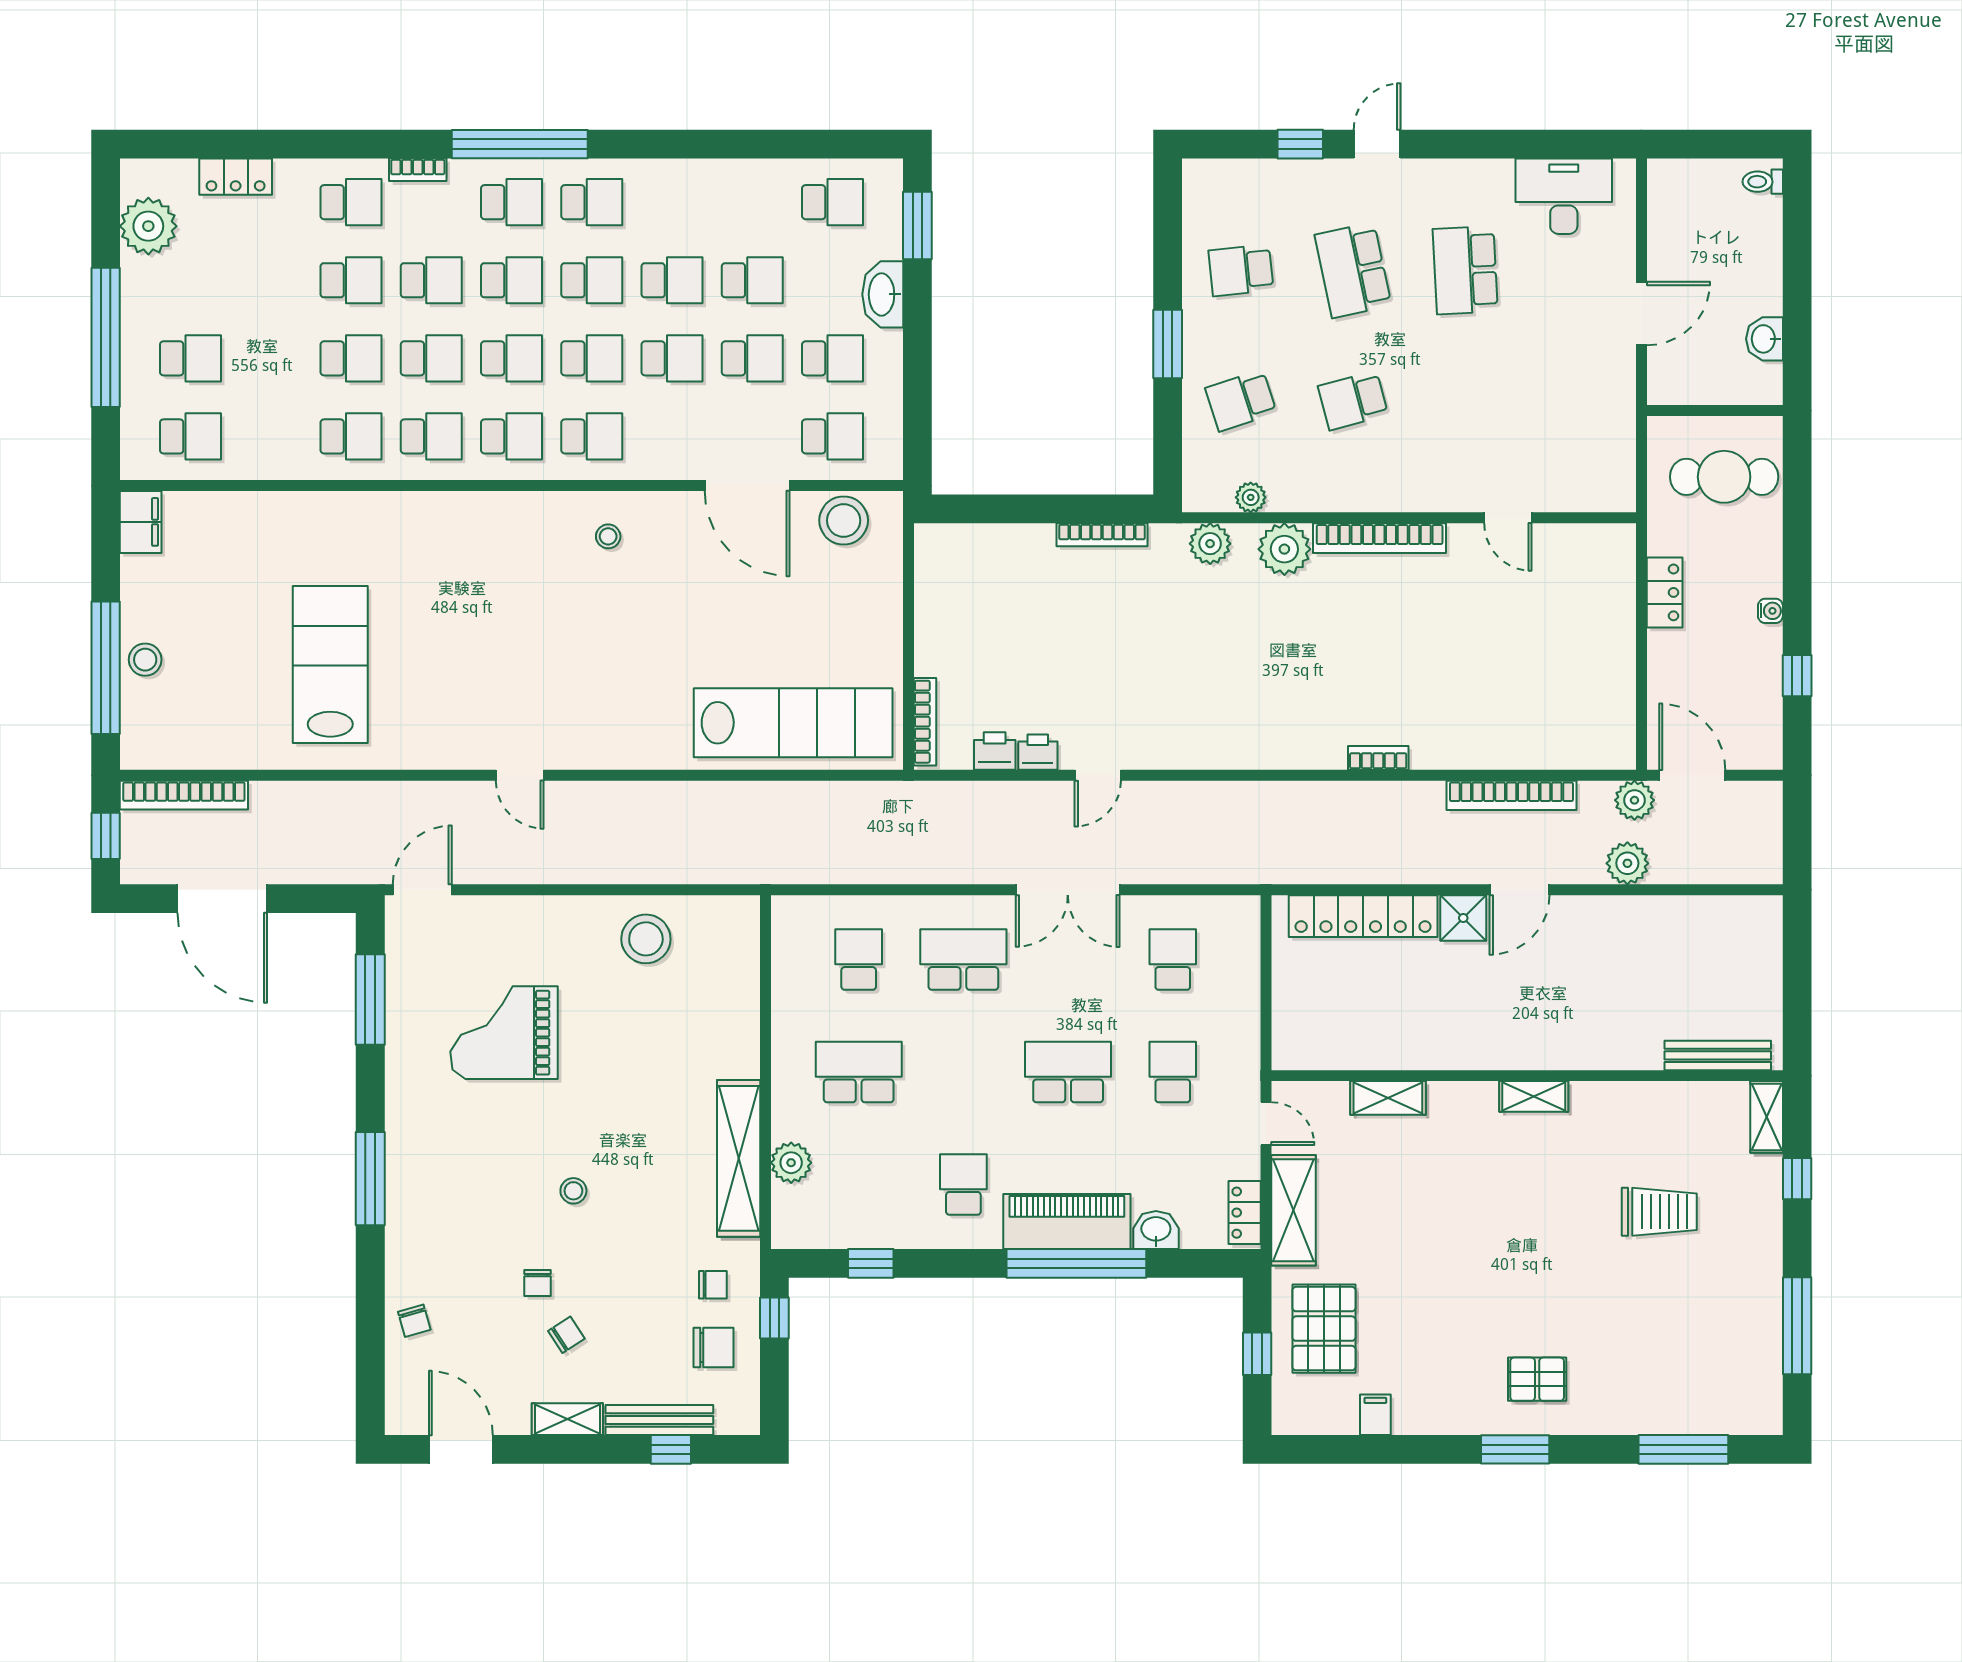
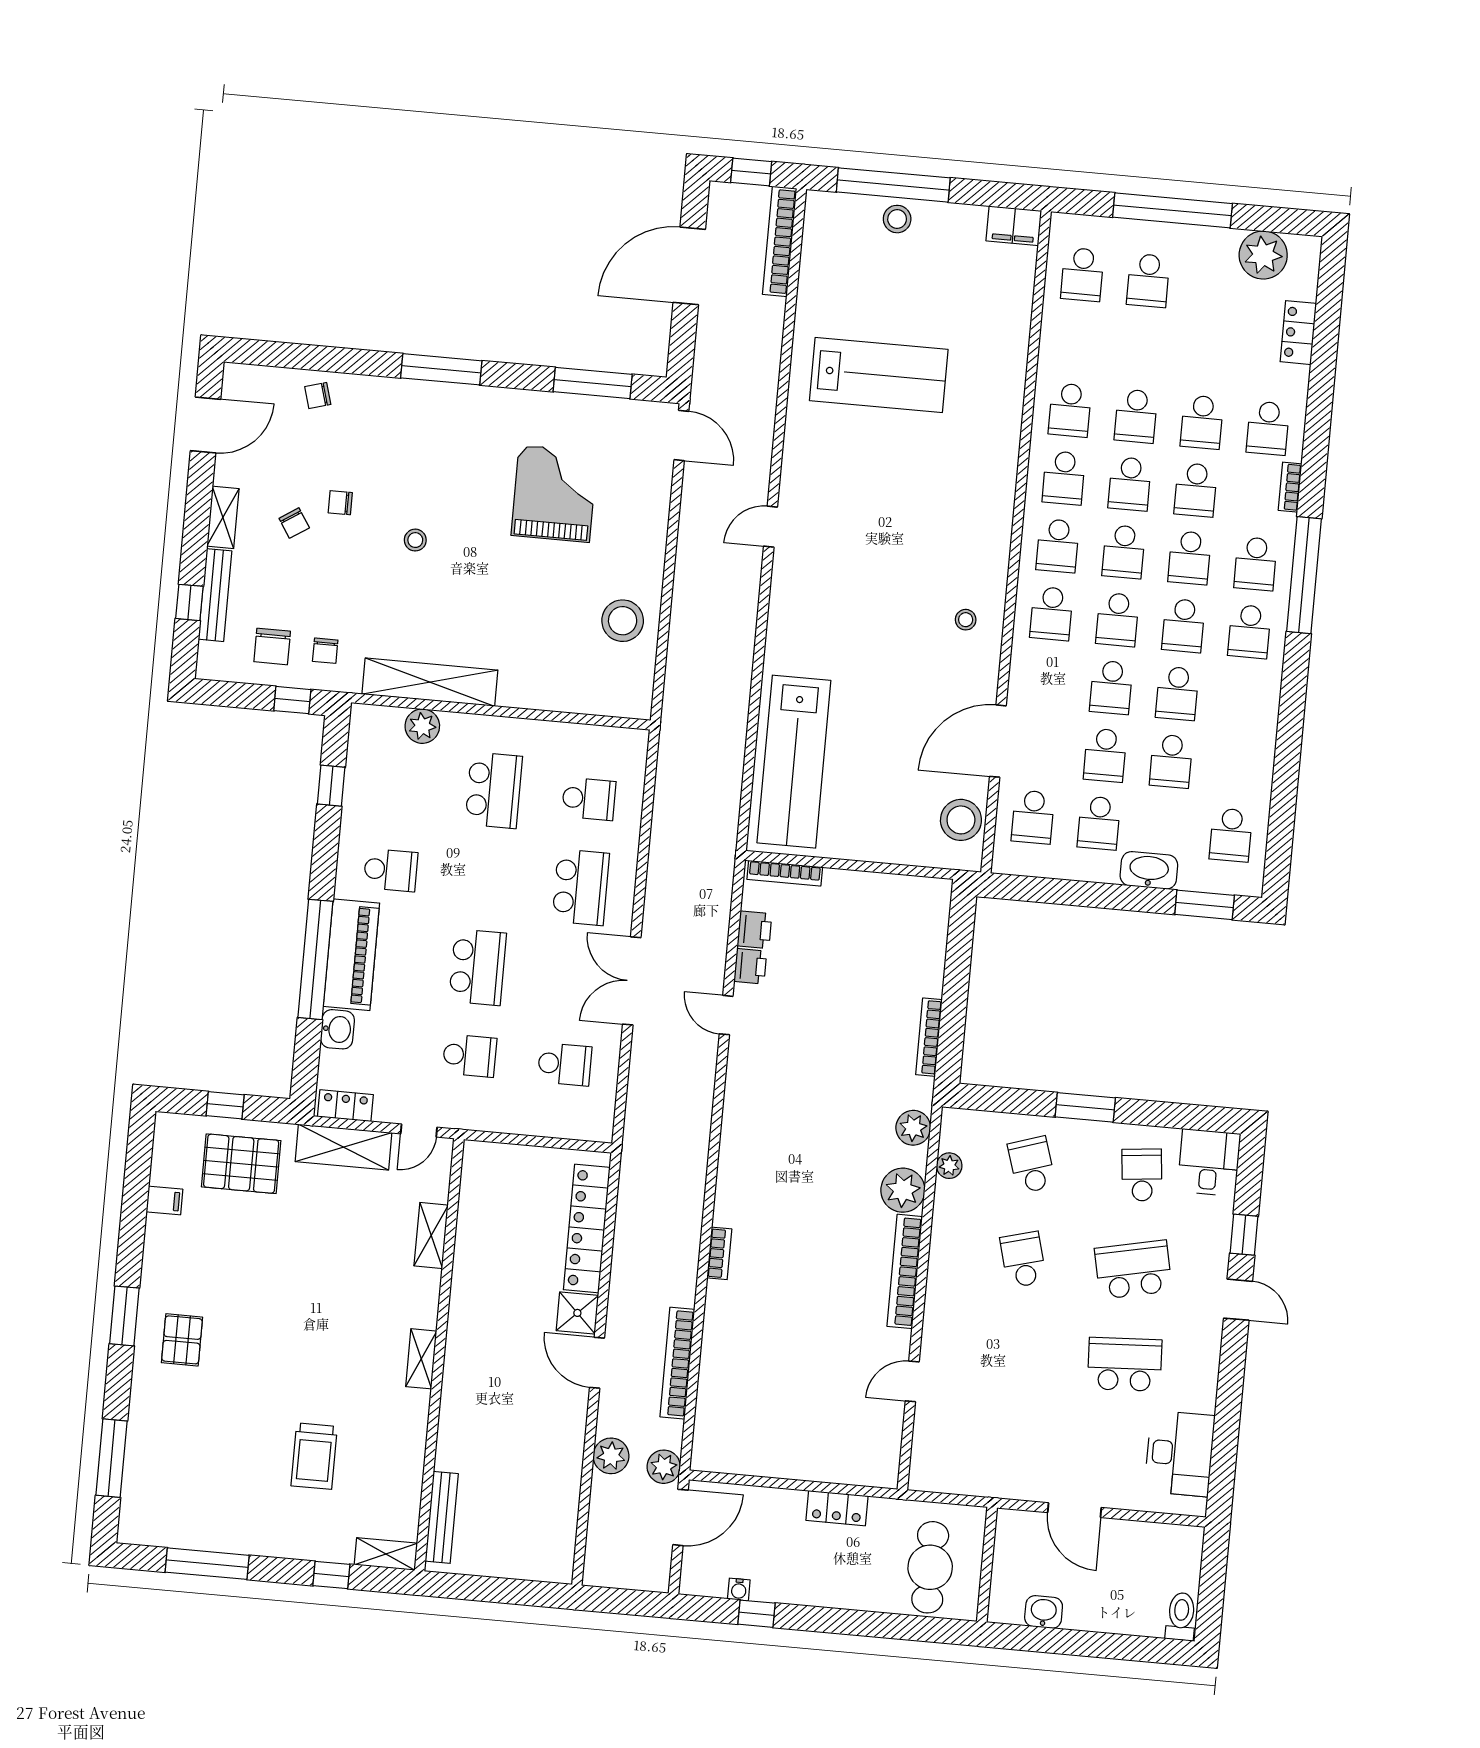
toilet: (1763, 182) -> (1181, 1616), width x1.37, depth x1.39
desk: (1219, 193) -> (1209, 1162), added
water cooler: (1770, 611) -> (739, 1589), moved

